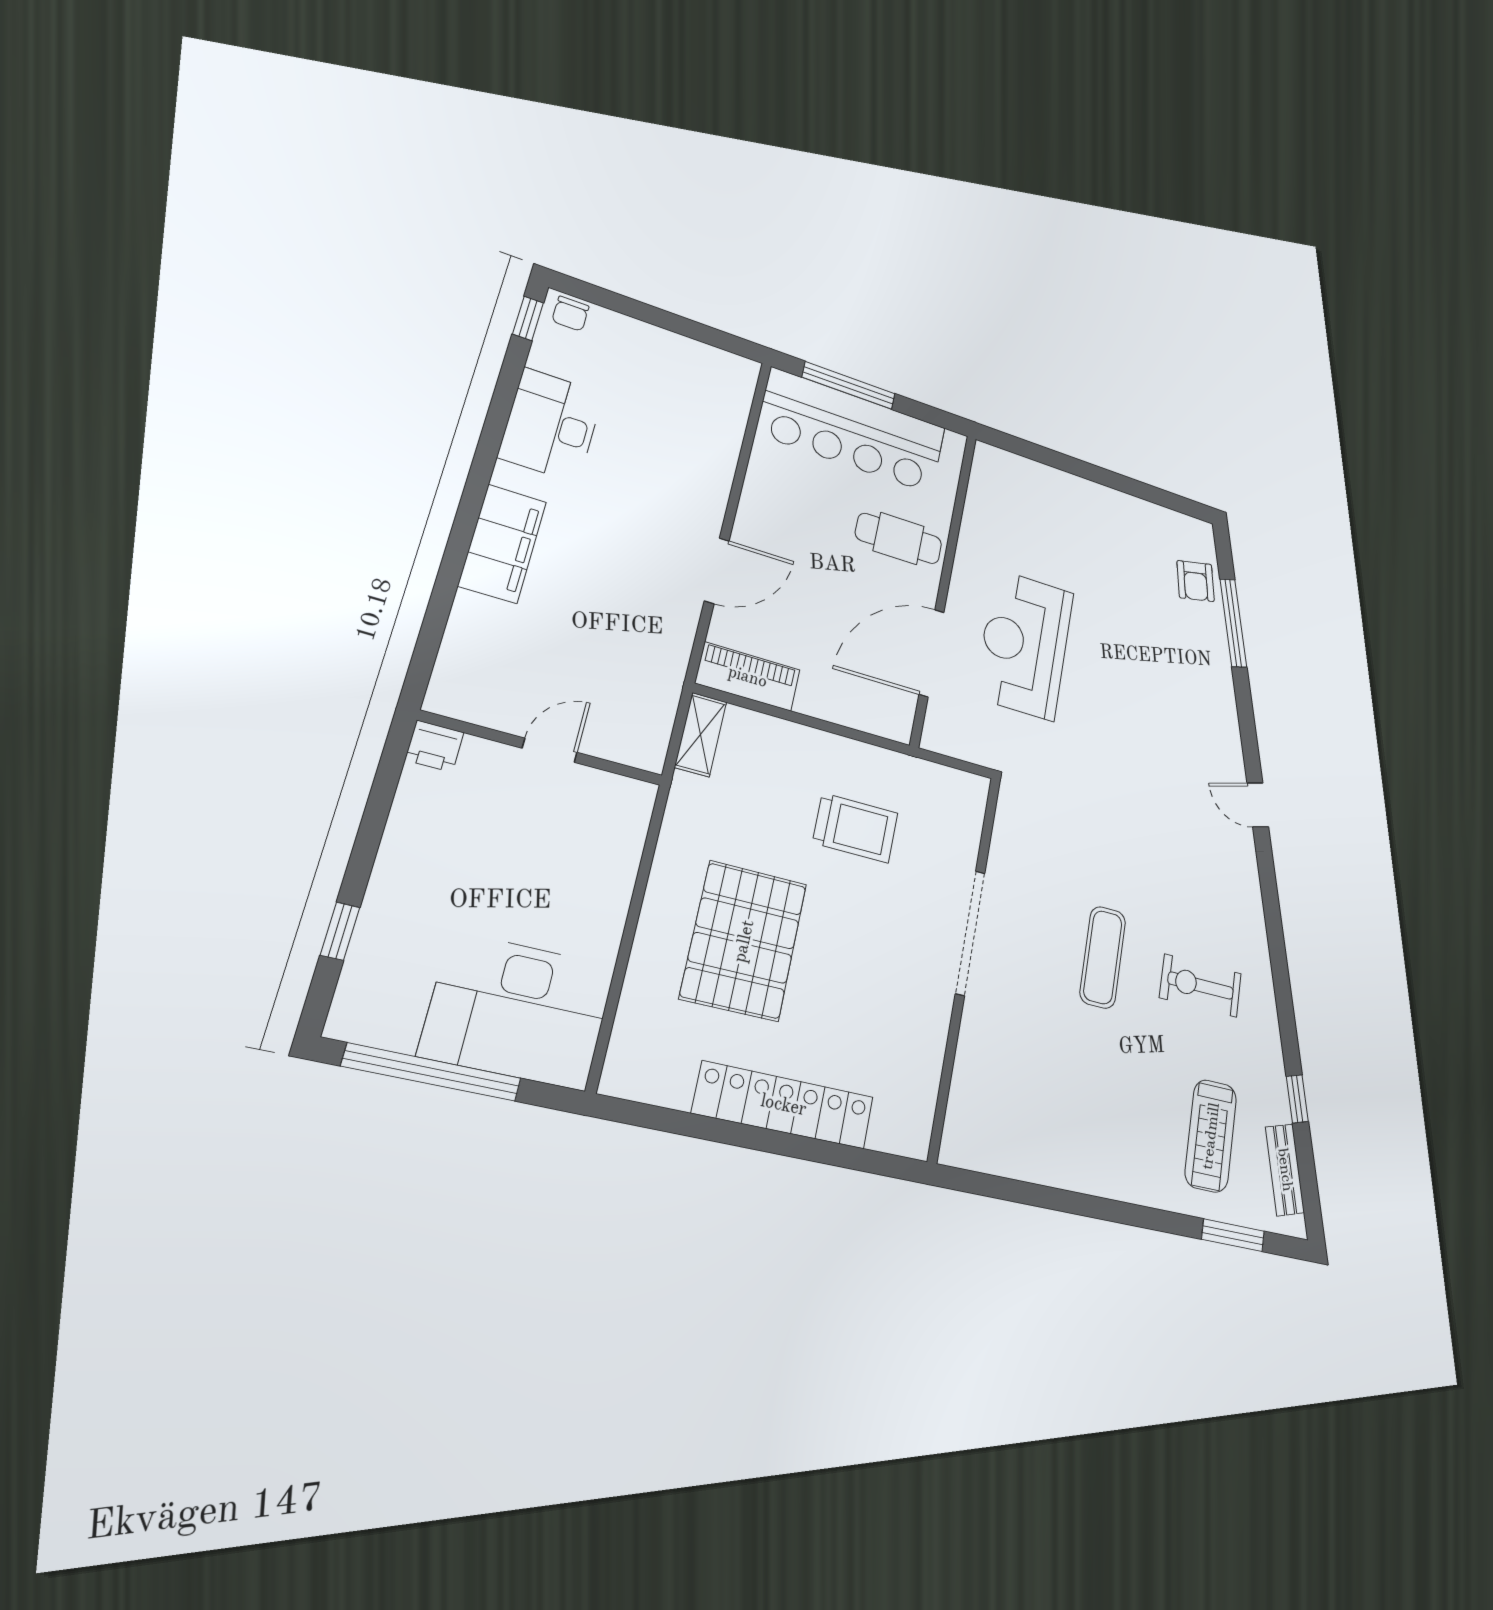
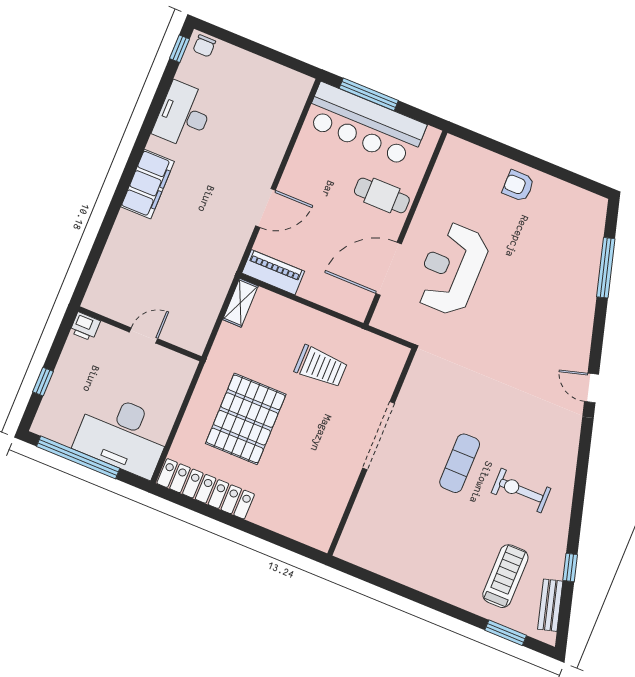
armchair: (1196, 581) -> (518, 186), moved, turned 102
printer: (434, 746) -> (85, 326), moved
wall: (542, 748) -> (140, 334), moved
door: (550, 750) -> (144, 335), moved
locker: (784, 1105) -> (206, 489), moved
treadmill: (1211, 1136) -> (505, 576), turned 180

